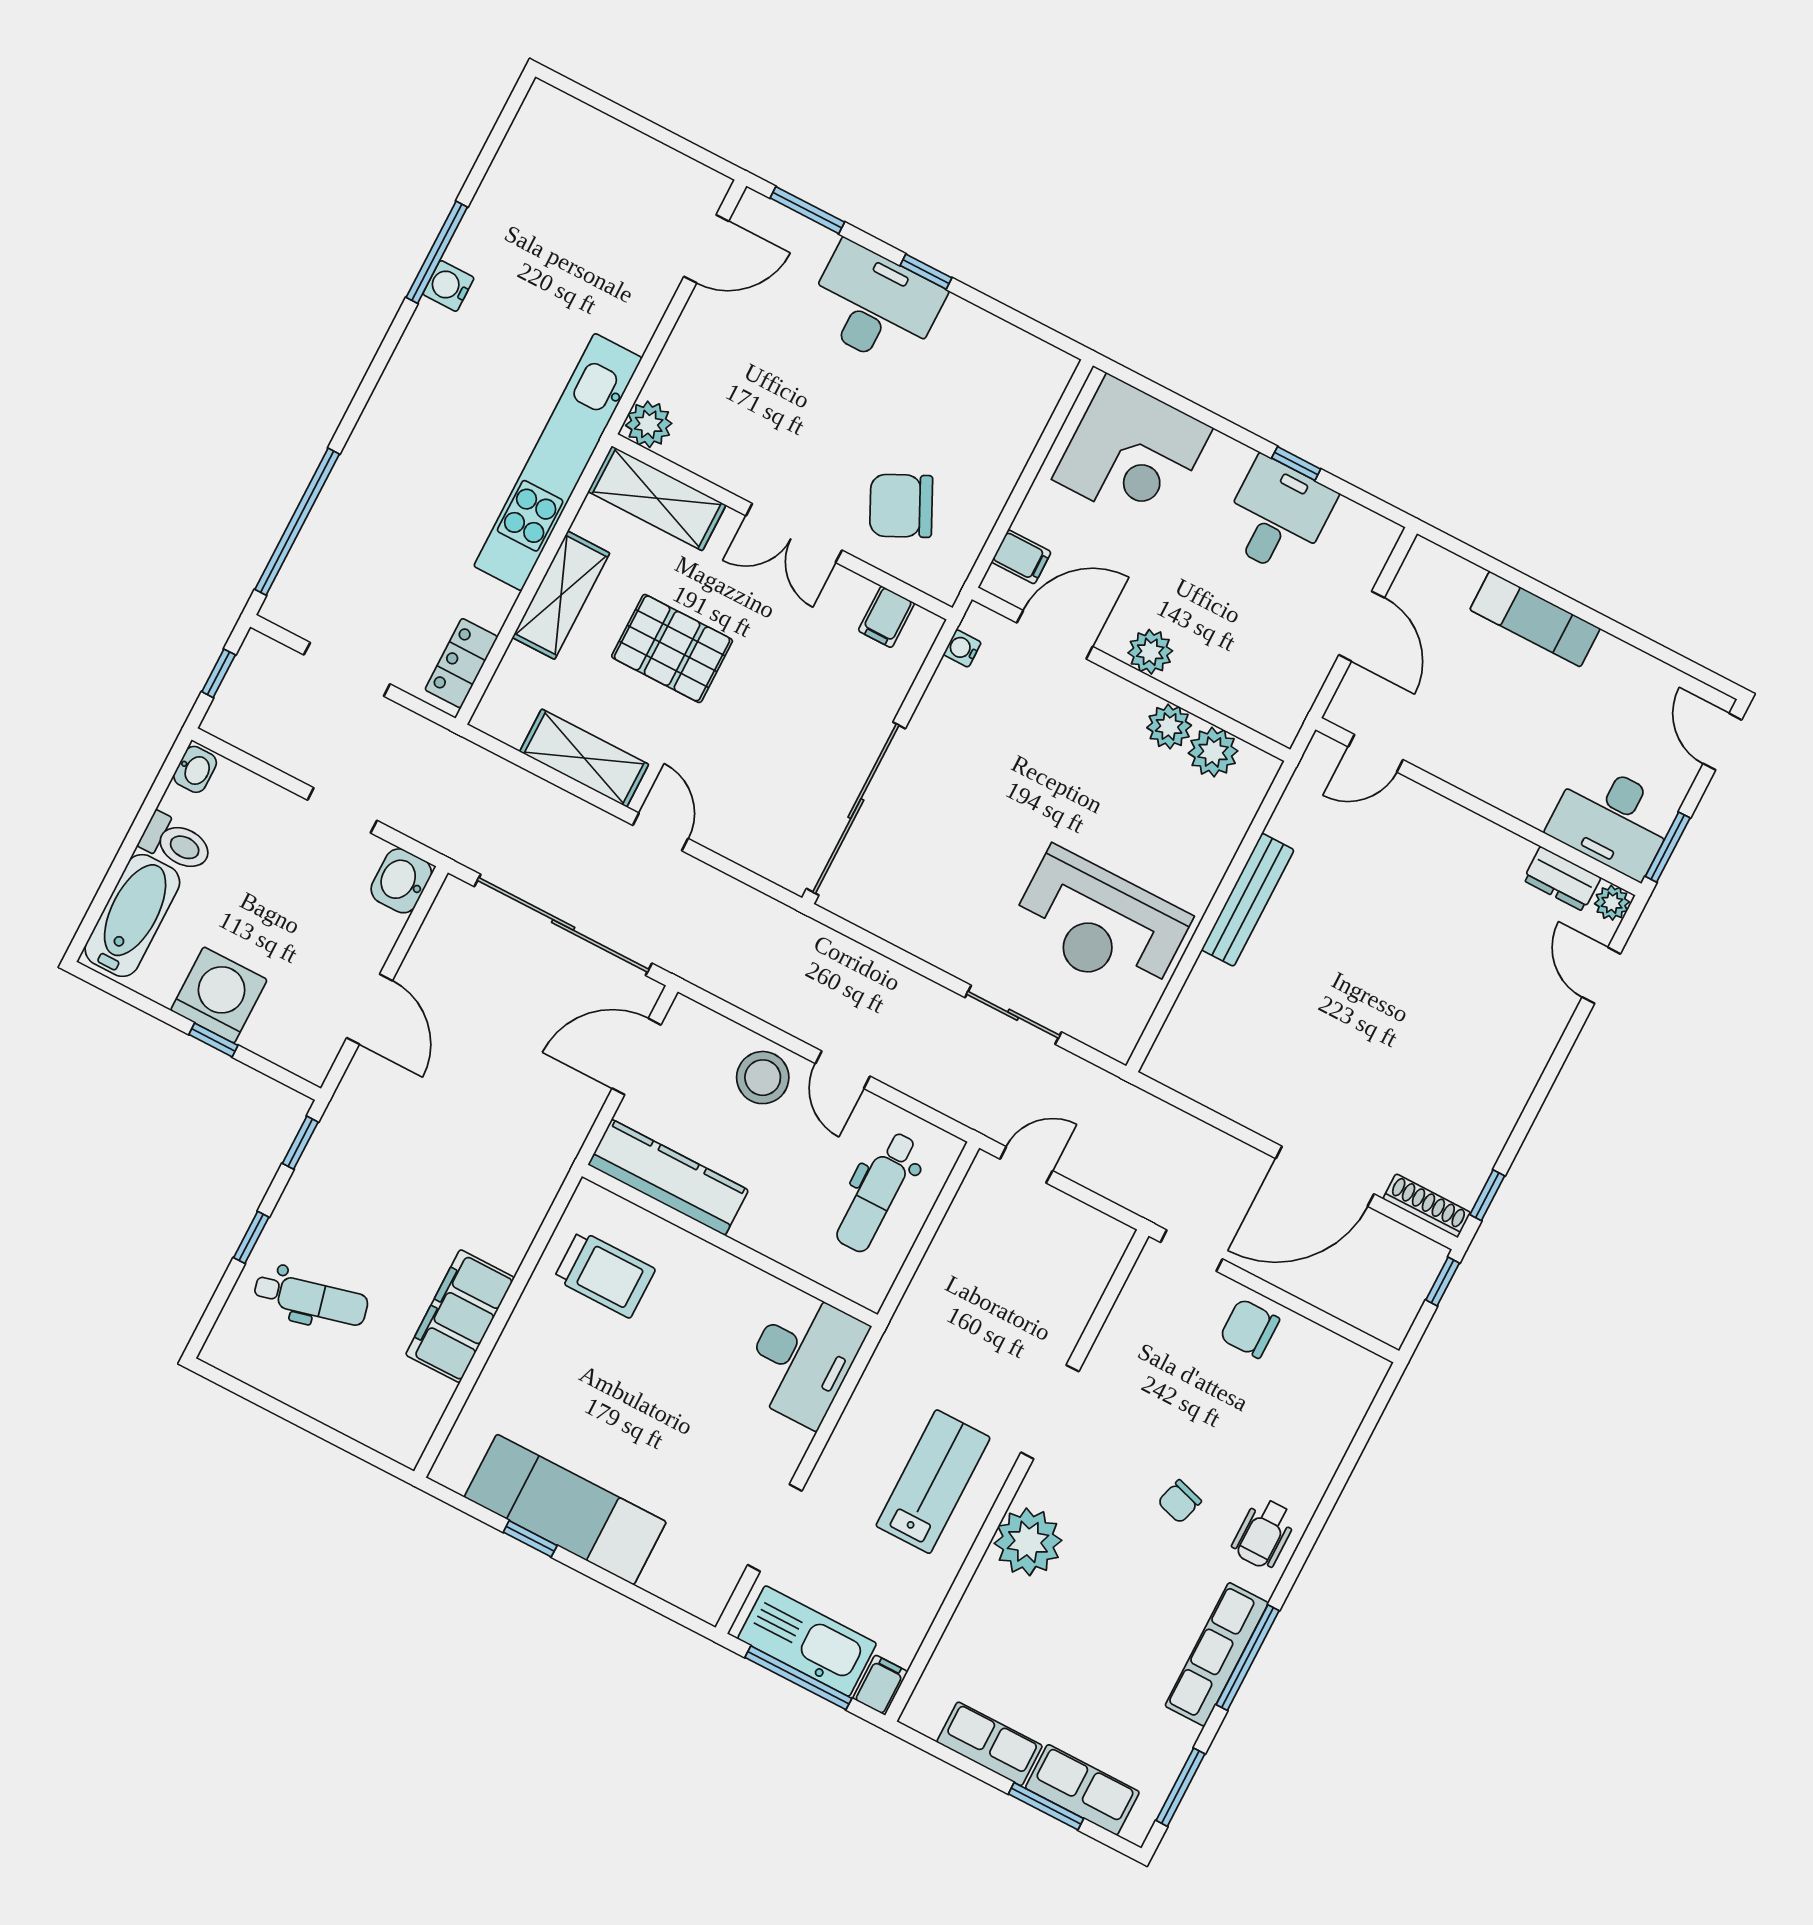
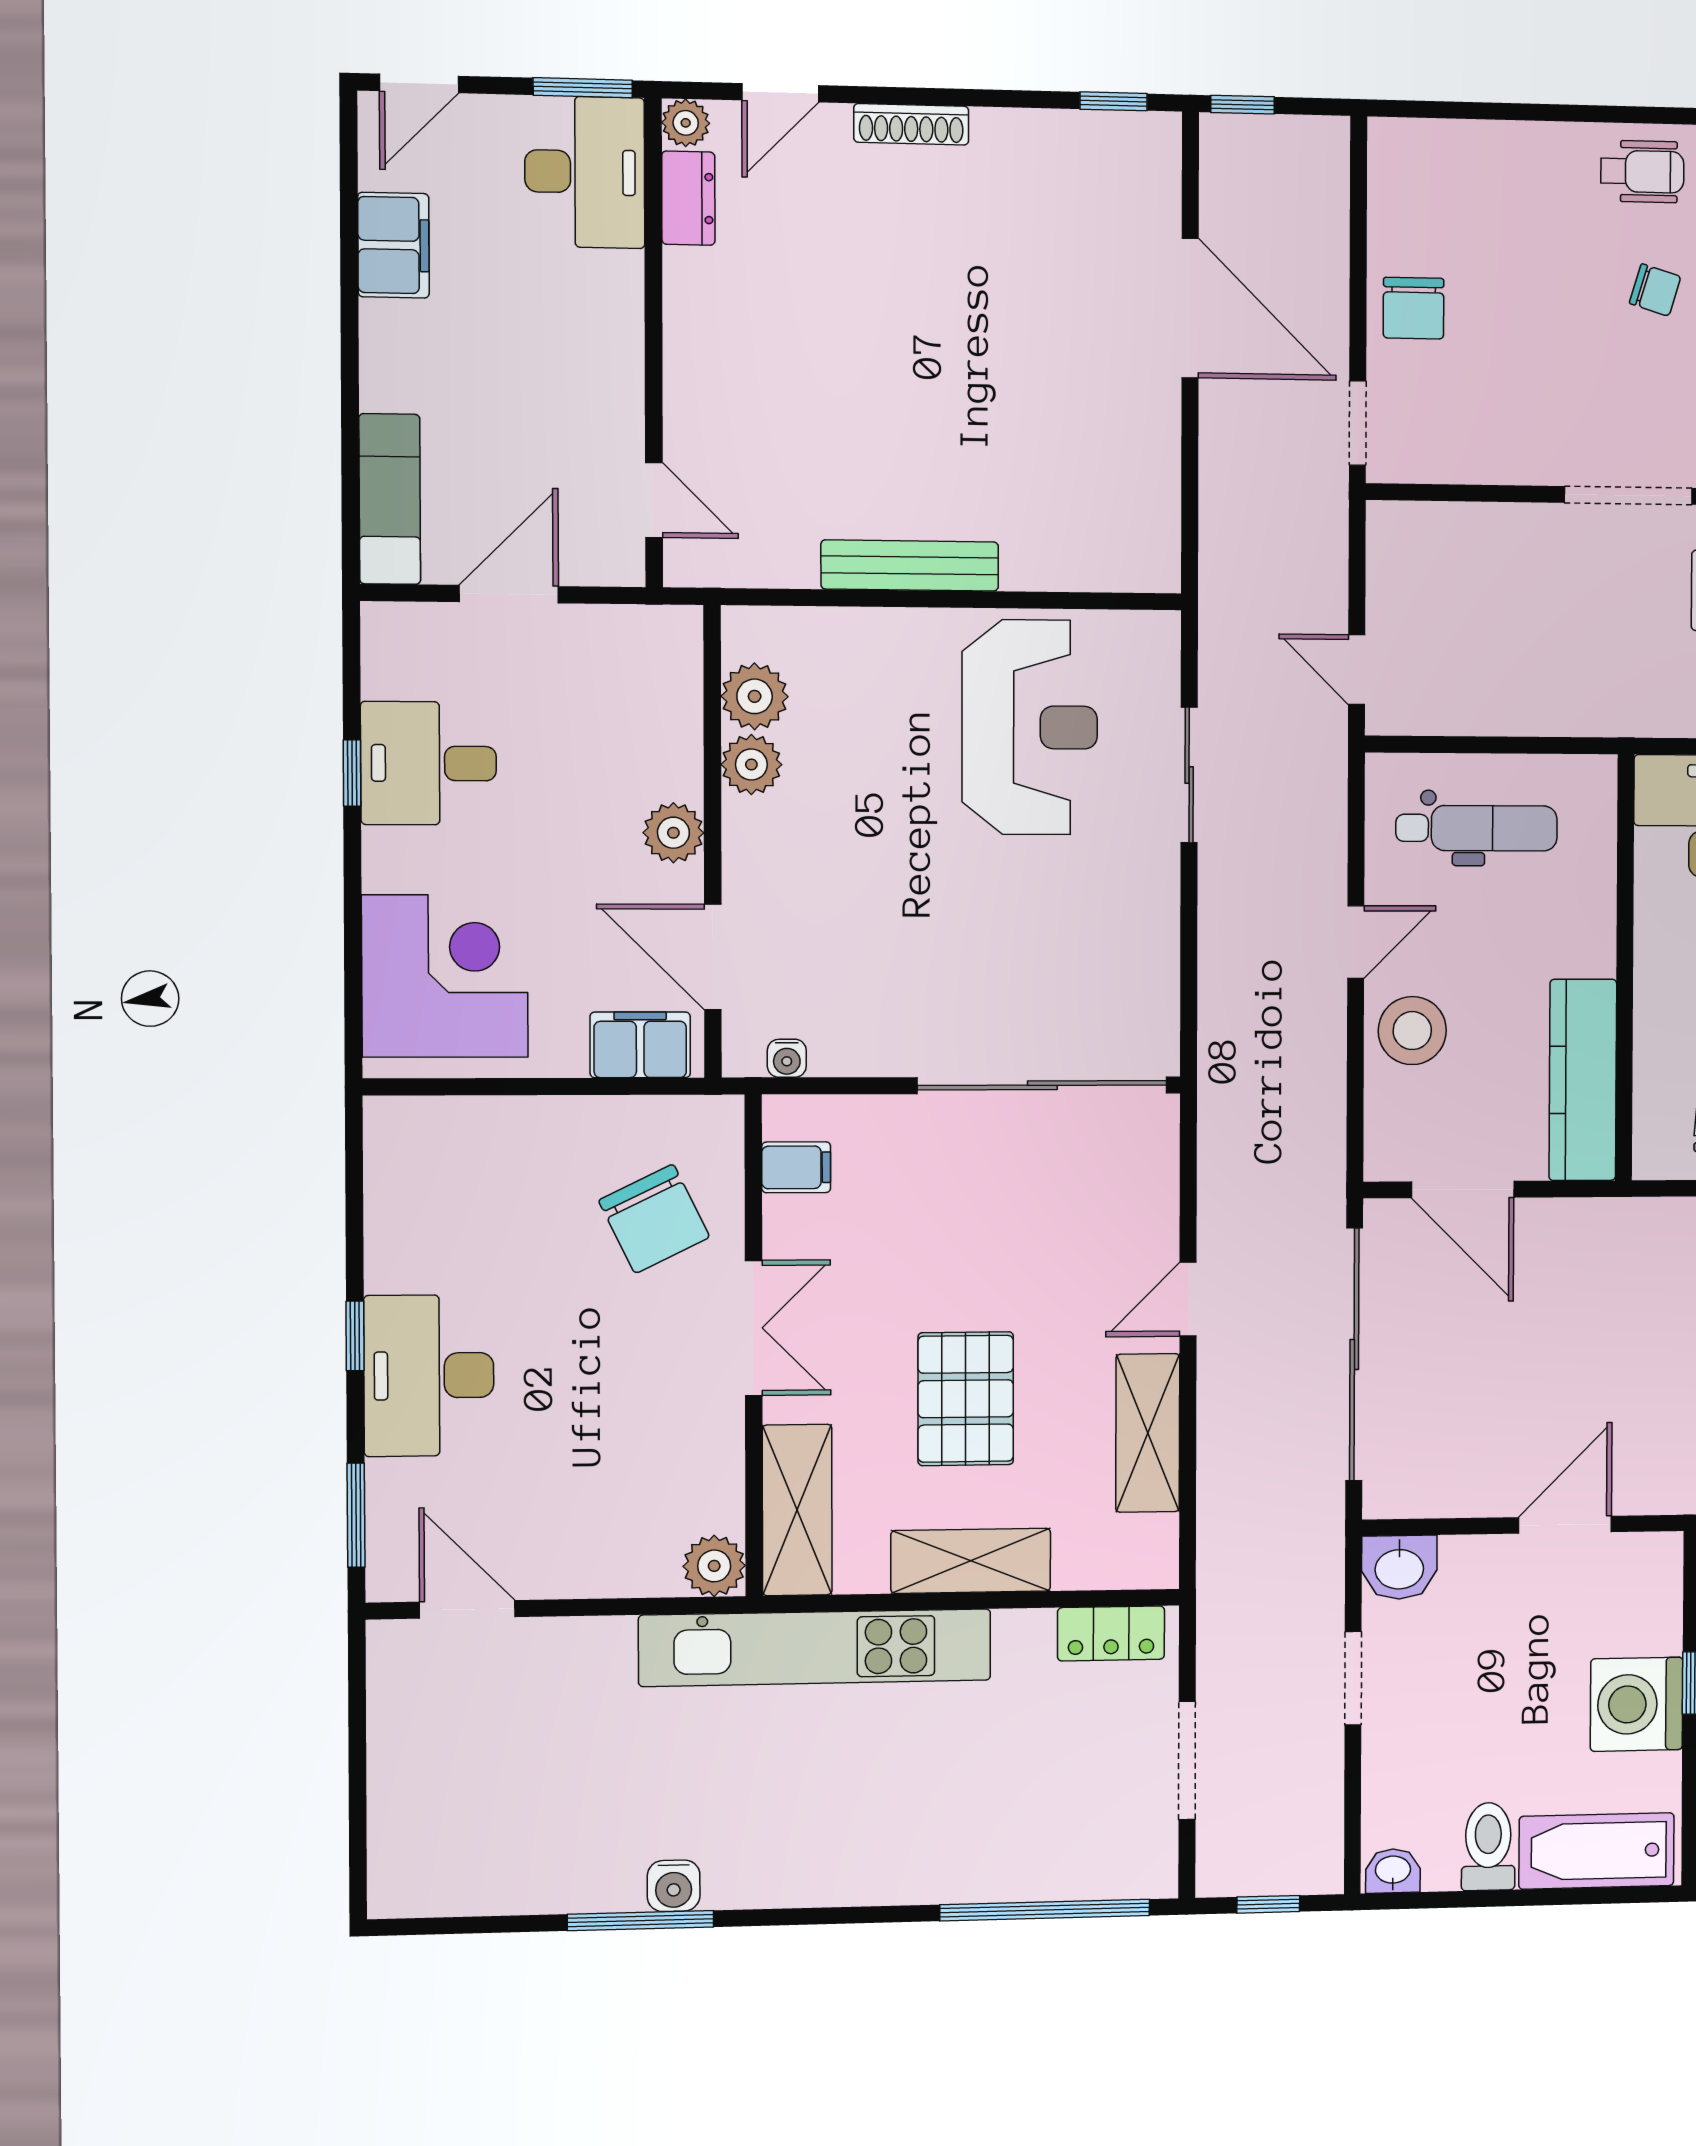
filing cabinet: (1021, 557) -> (640, 1045), width x2.00
exam couch: (1535, 619) -> (390, 499), moved
filing cabinet: (1626, 670) -> (393, 245), added
shoe rack: (1427, 1206) -> (911, 124), moved, turned -90

